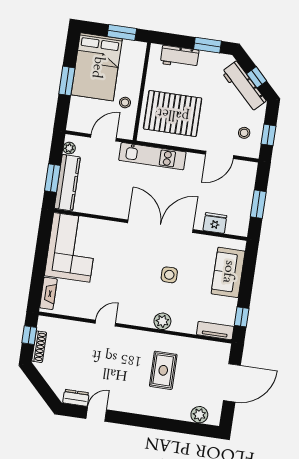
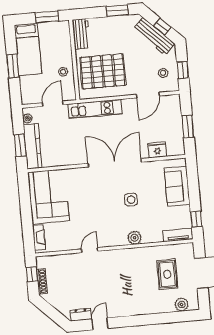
workbench: (180, 57) -> (81, 34), moved, turned -90
bed: (97, 67) -> (28, 49), width x0.67
rug: (163, 370) -> (167, 274), moved

